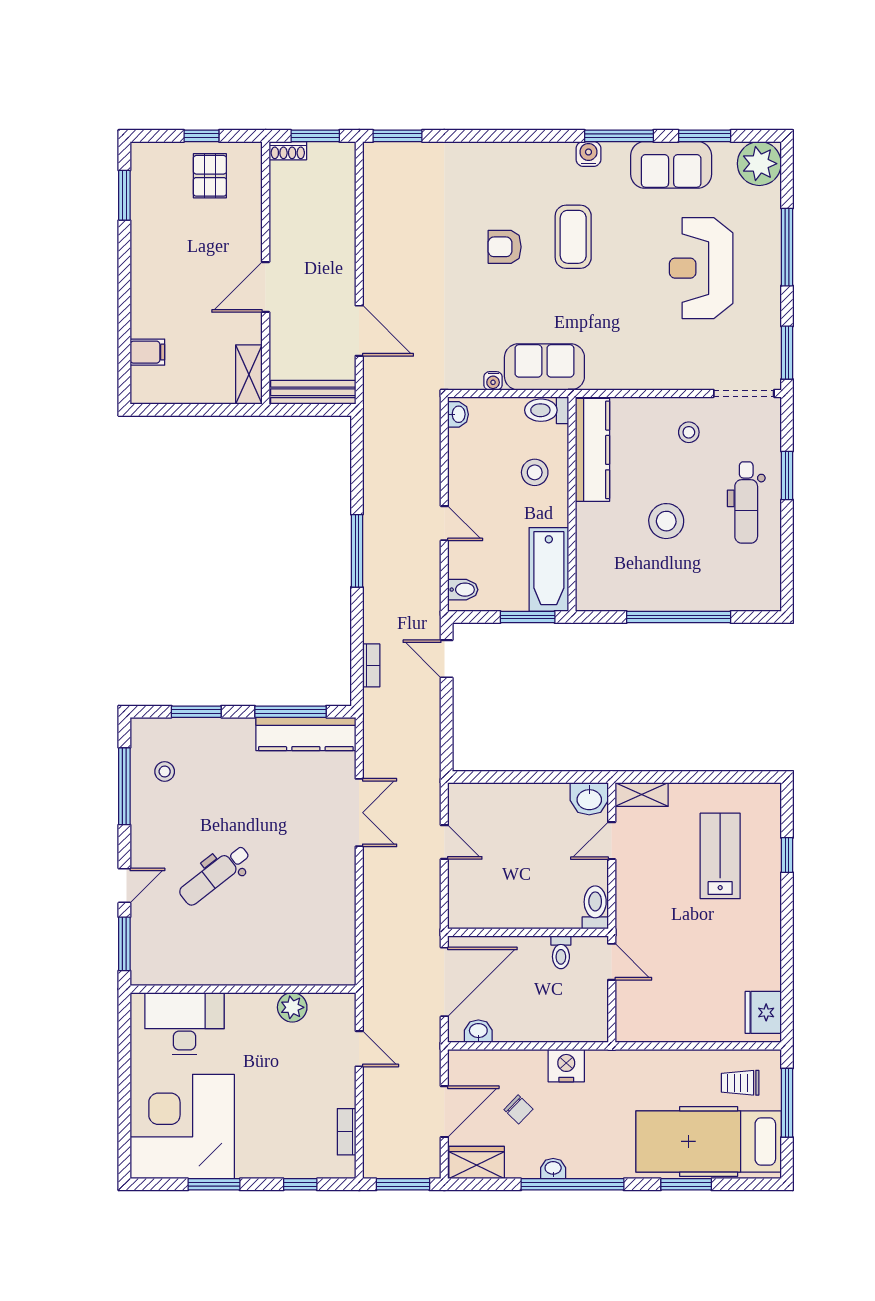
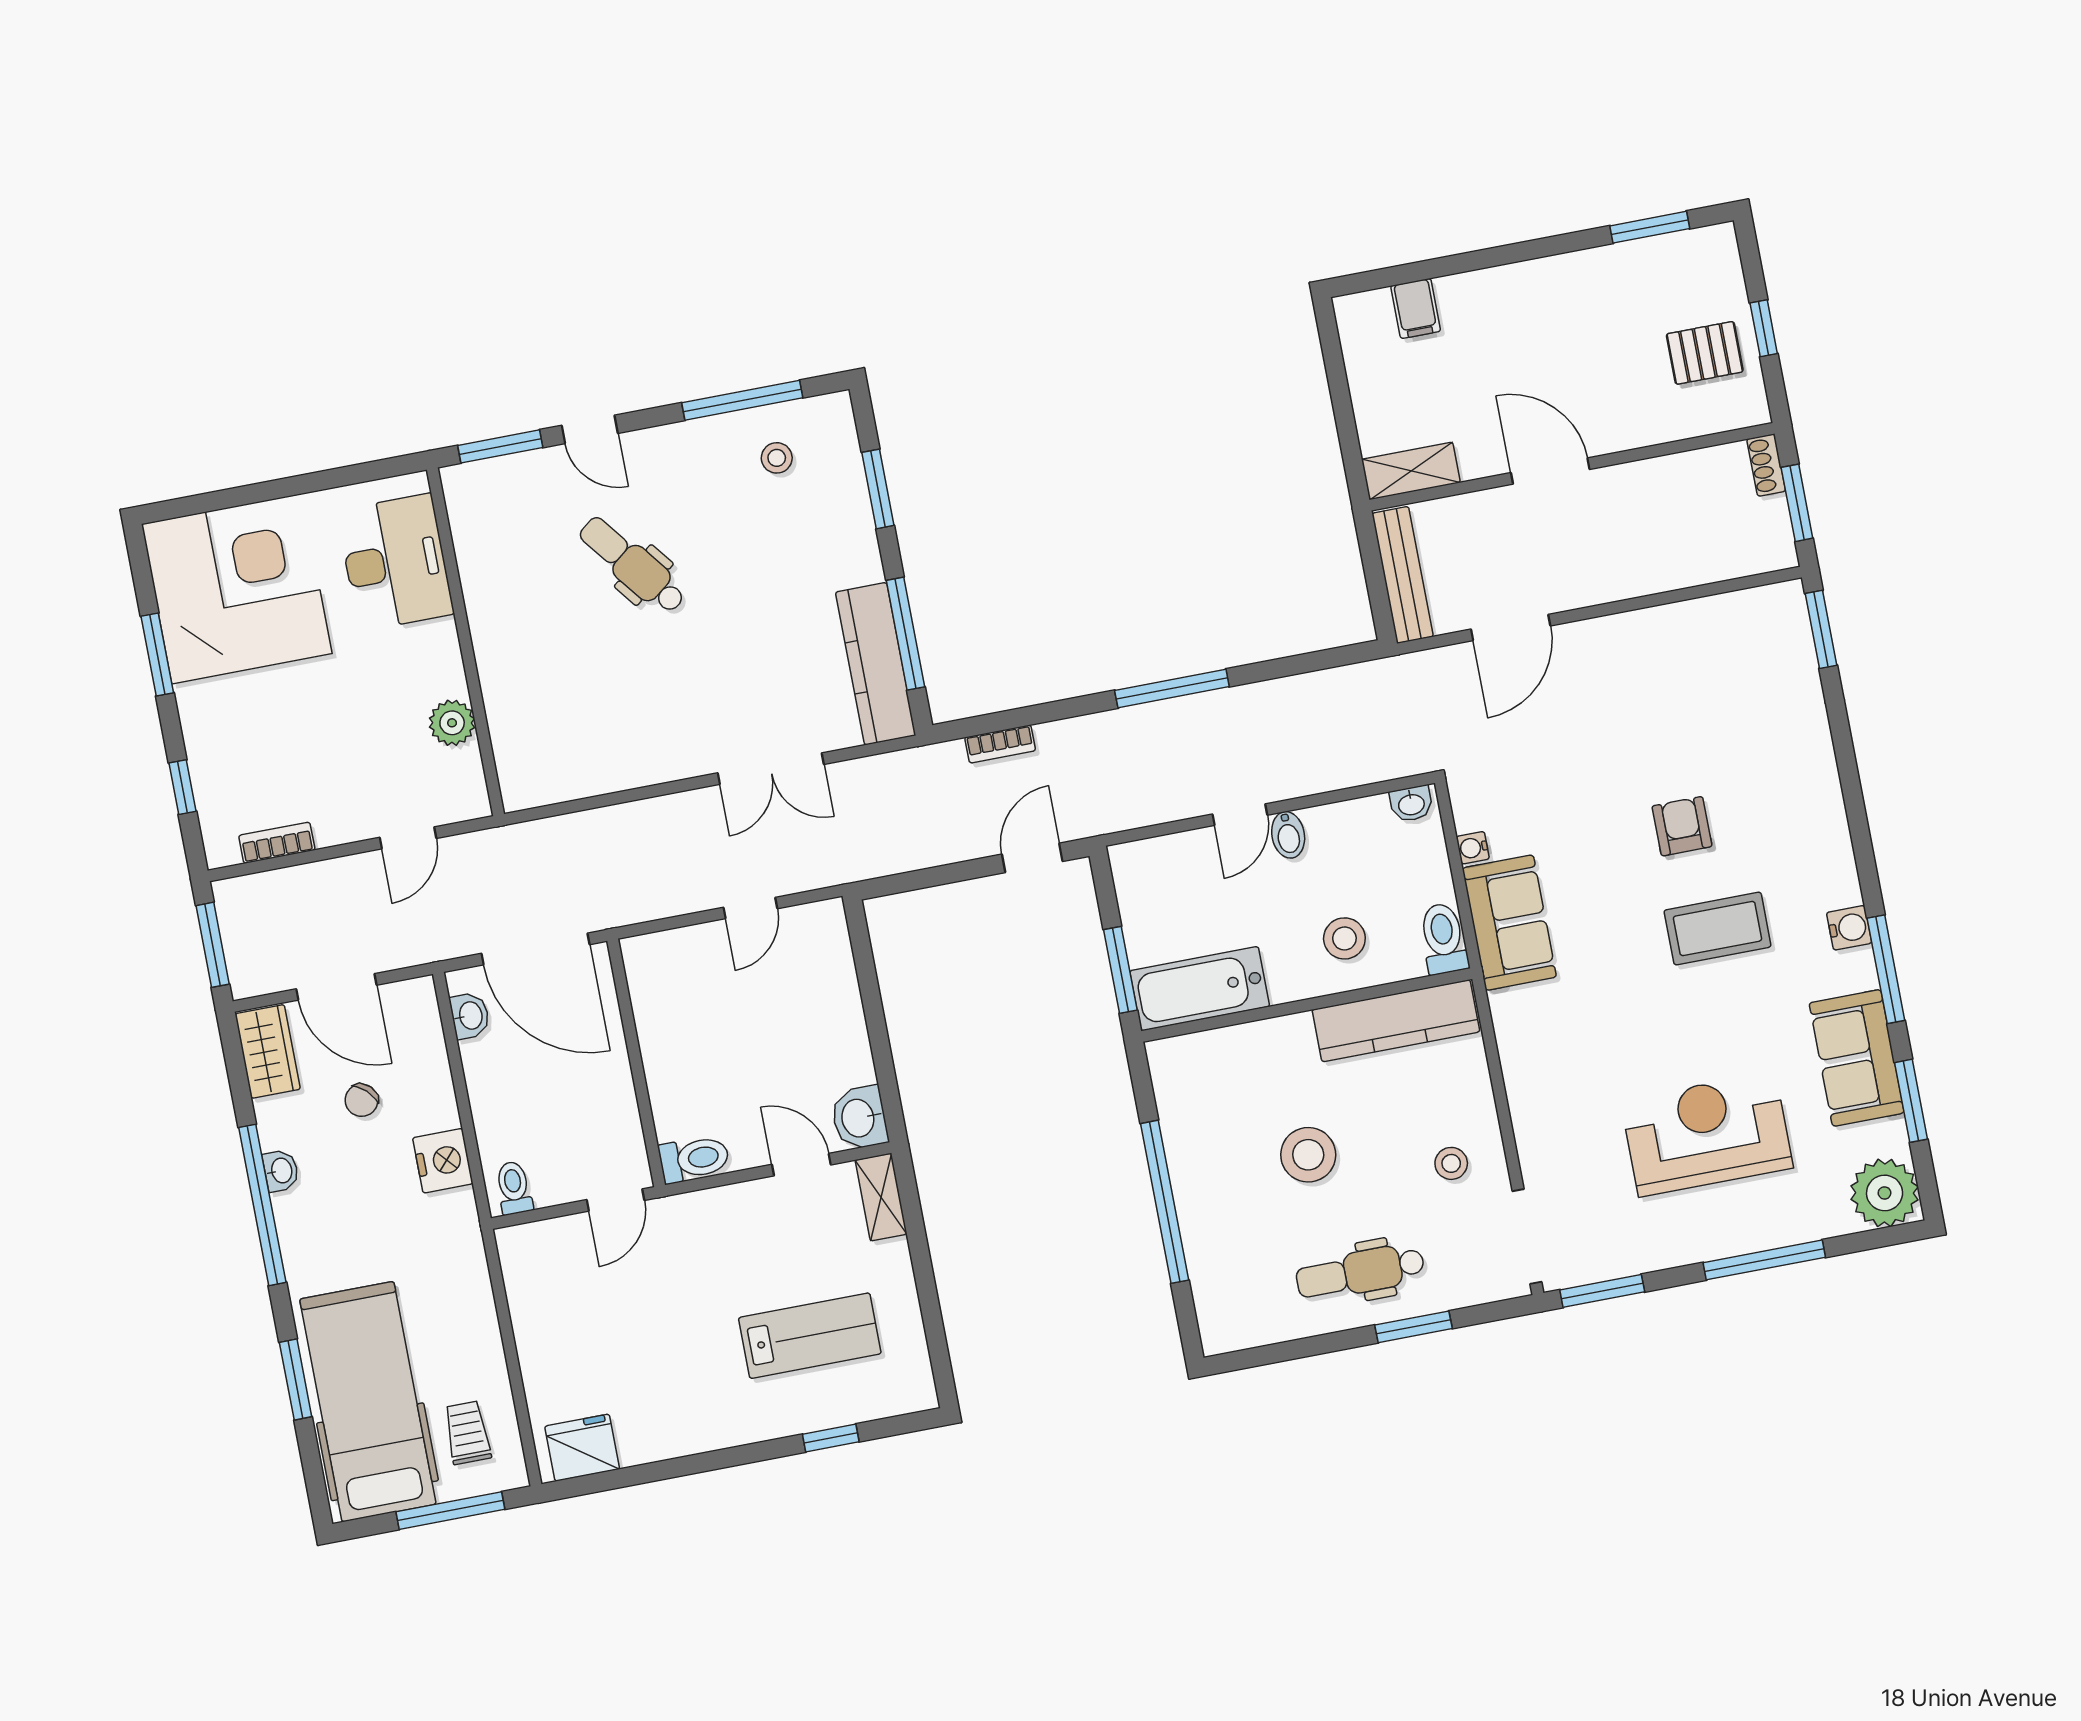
bidet: (463, 590) -> (1288, 835), moved
toilet: (561, 952) -> (514, 1188), moved, turned 90

